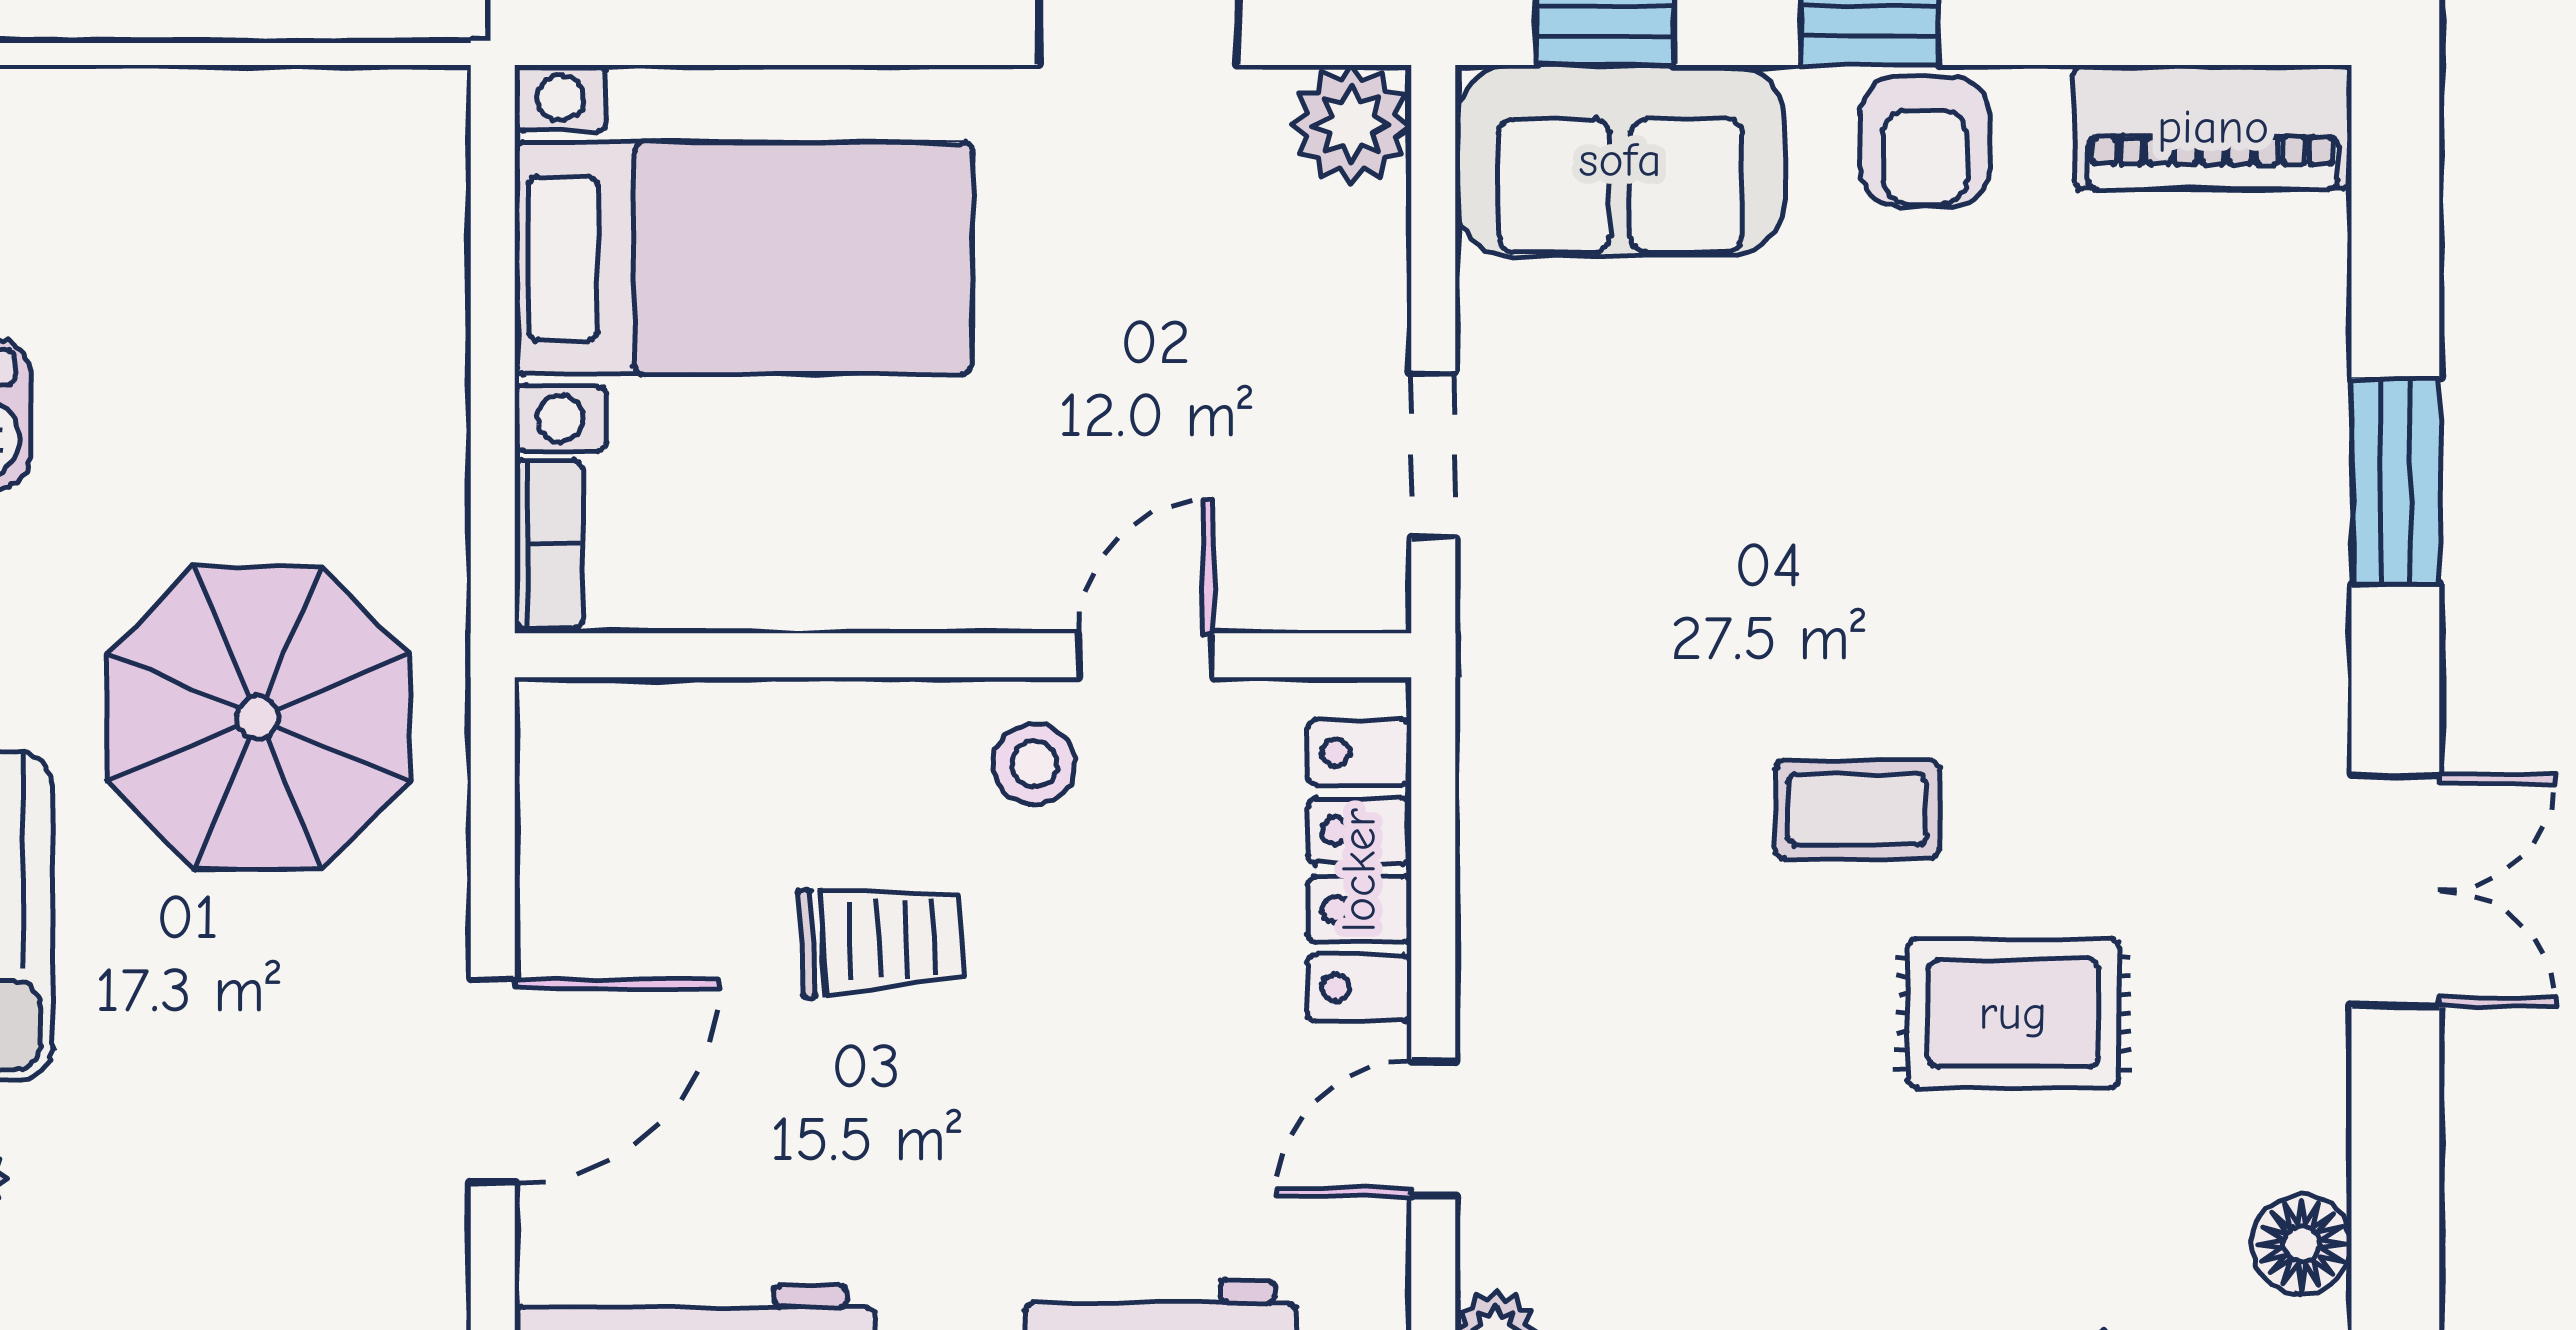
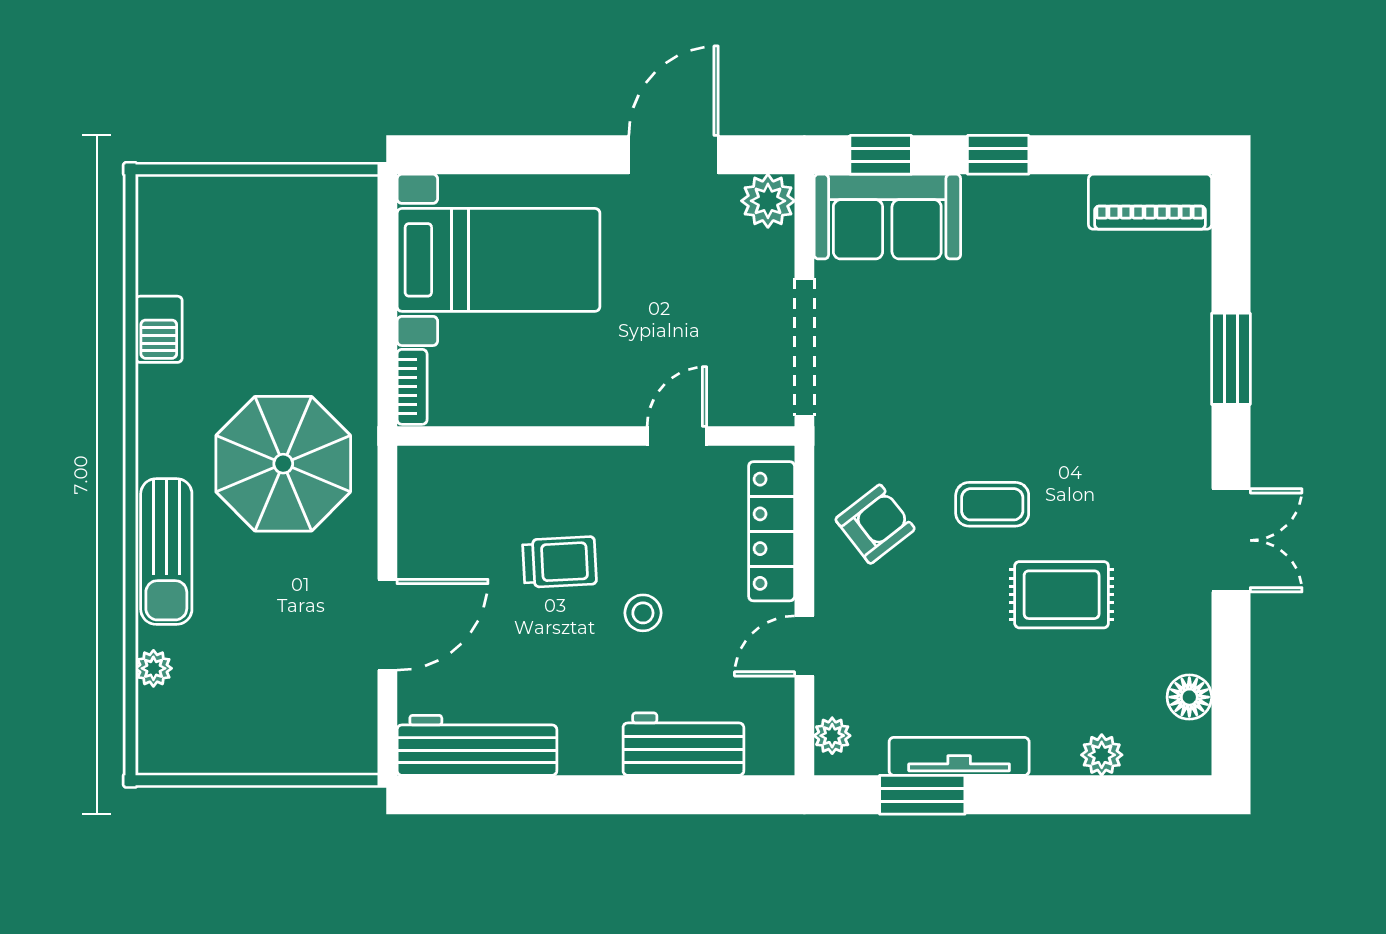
armchair: (1925, 141) -> (875, 524), moved, turned -128
doorway: (1433, 455) -> (804, 347), width x1.88
stool: (1034, 764) -> (643, 613), moved

